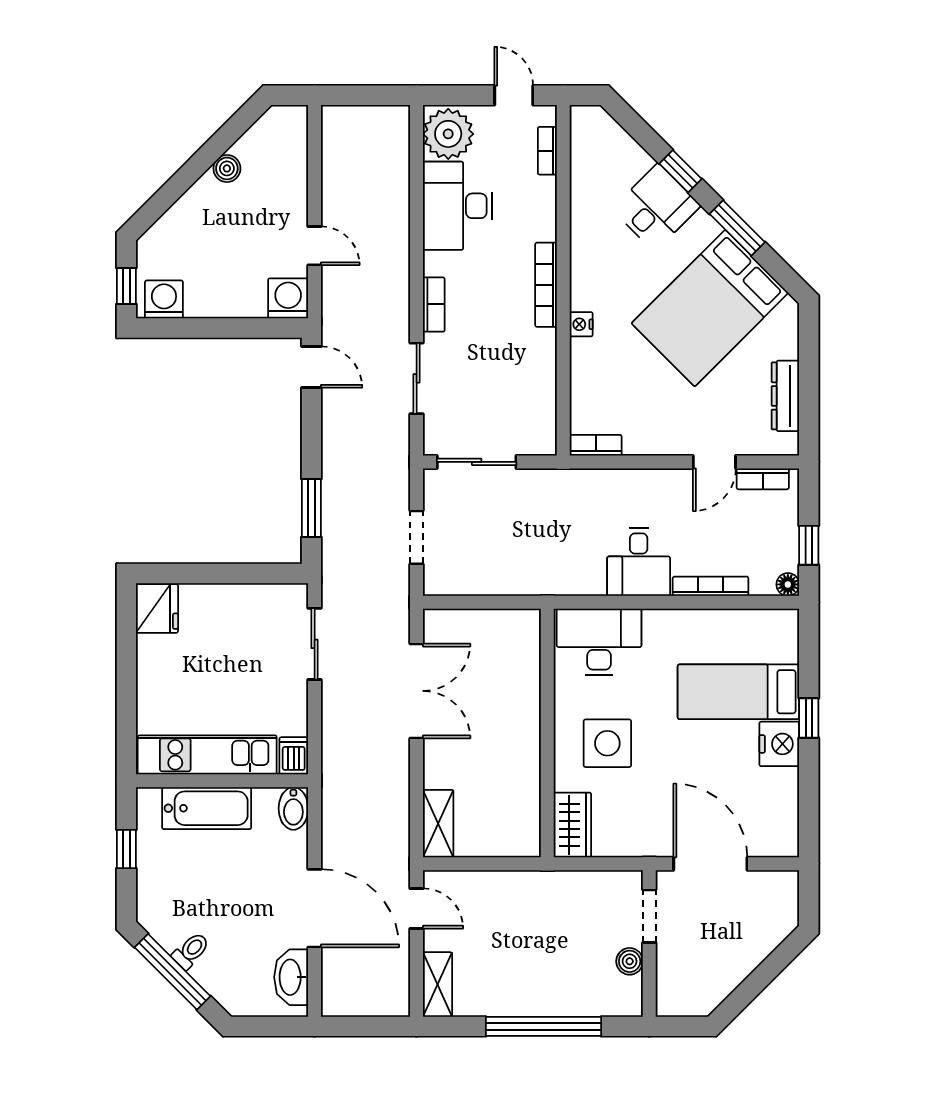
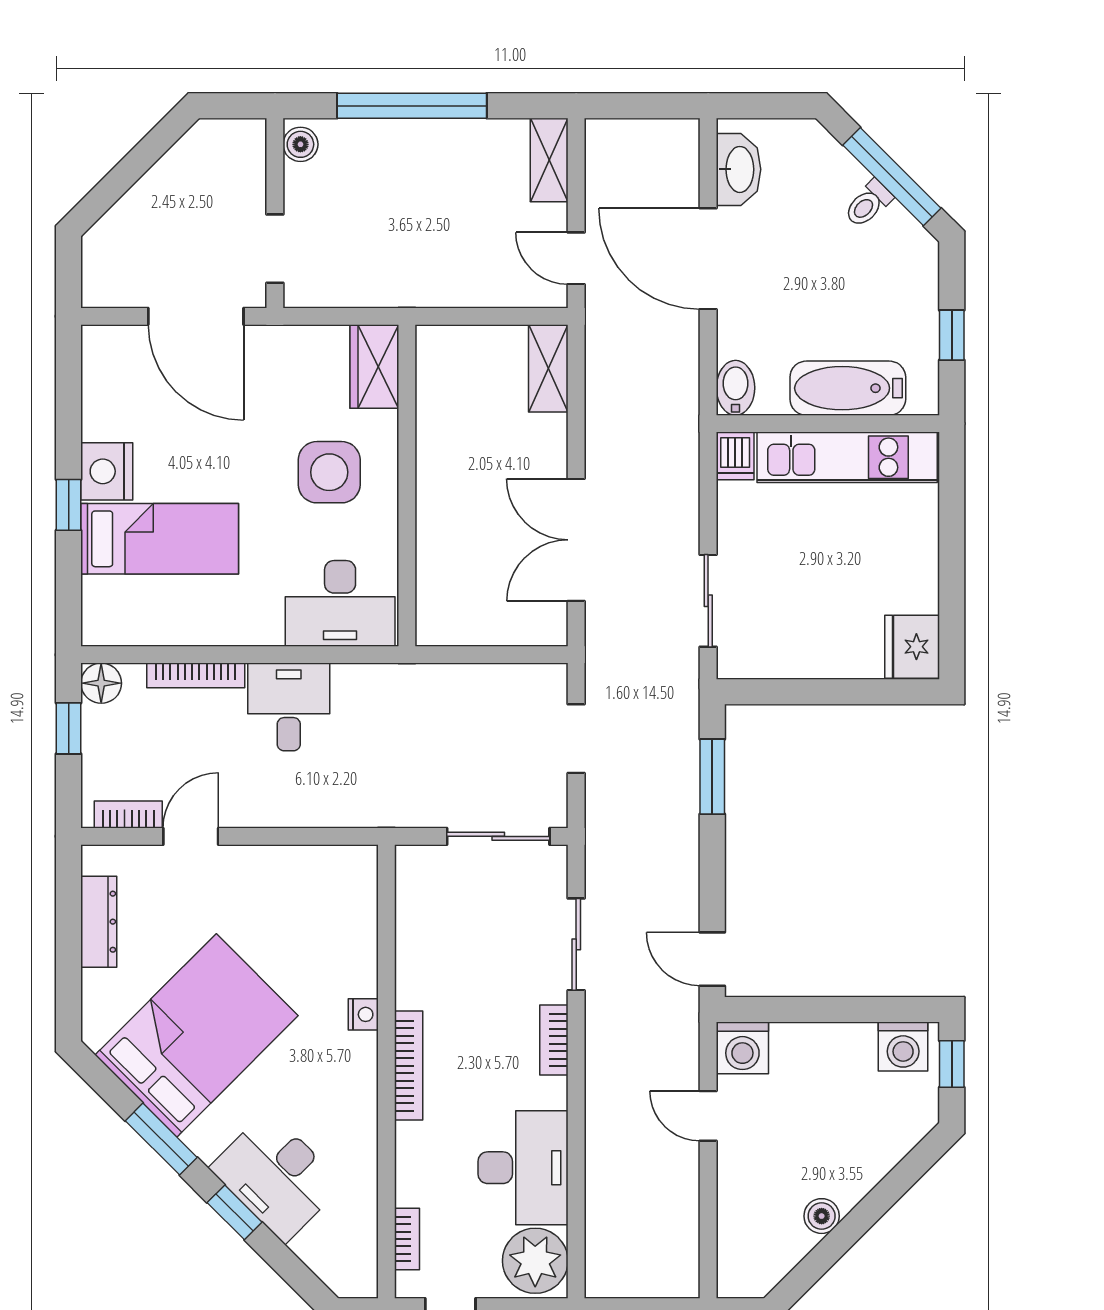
desk: (656, 207) -> (276, 1176), width x1.37
bookcase: (596, 445) -> (344, 858), removed
floor lamp: (788, 584) -> (101, 683), width x1.37, depth x1.37
boiler: (630, 961) -> (300, 144), moved

